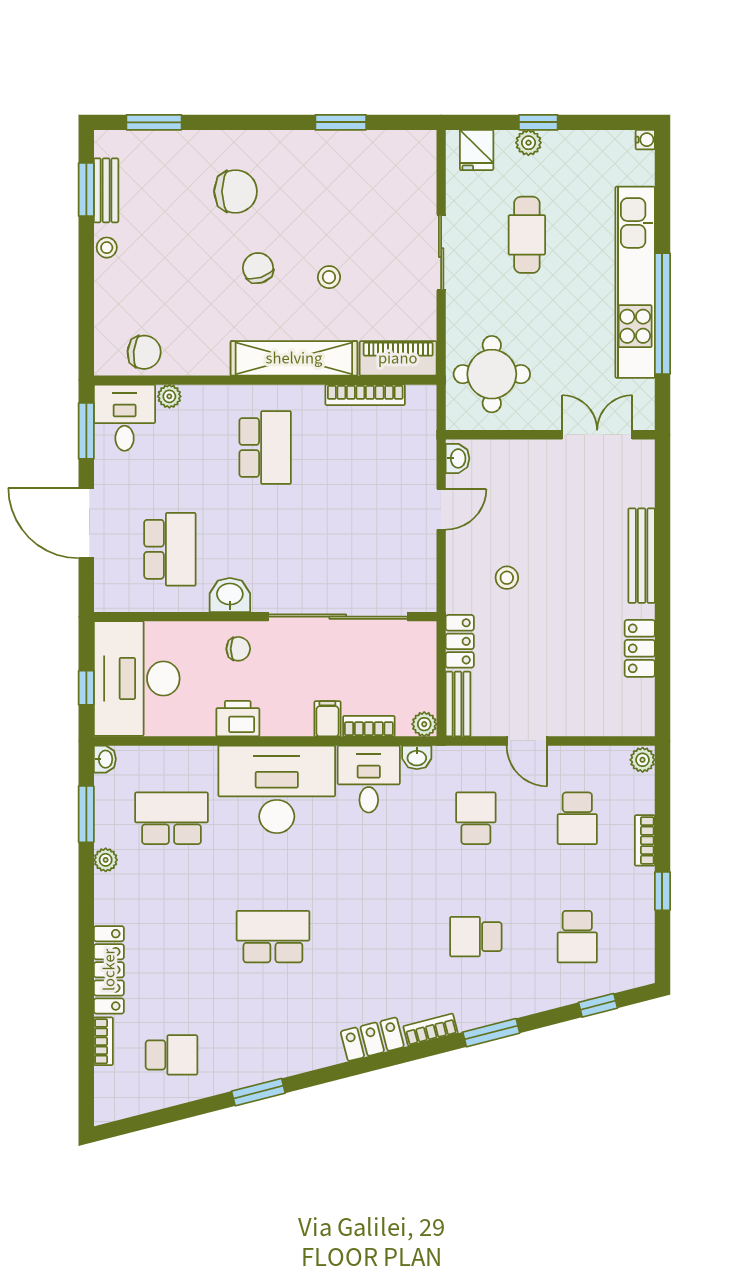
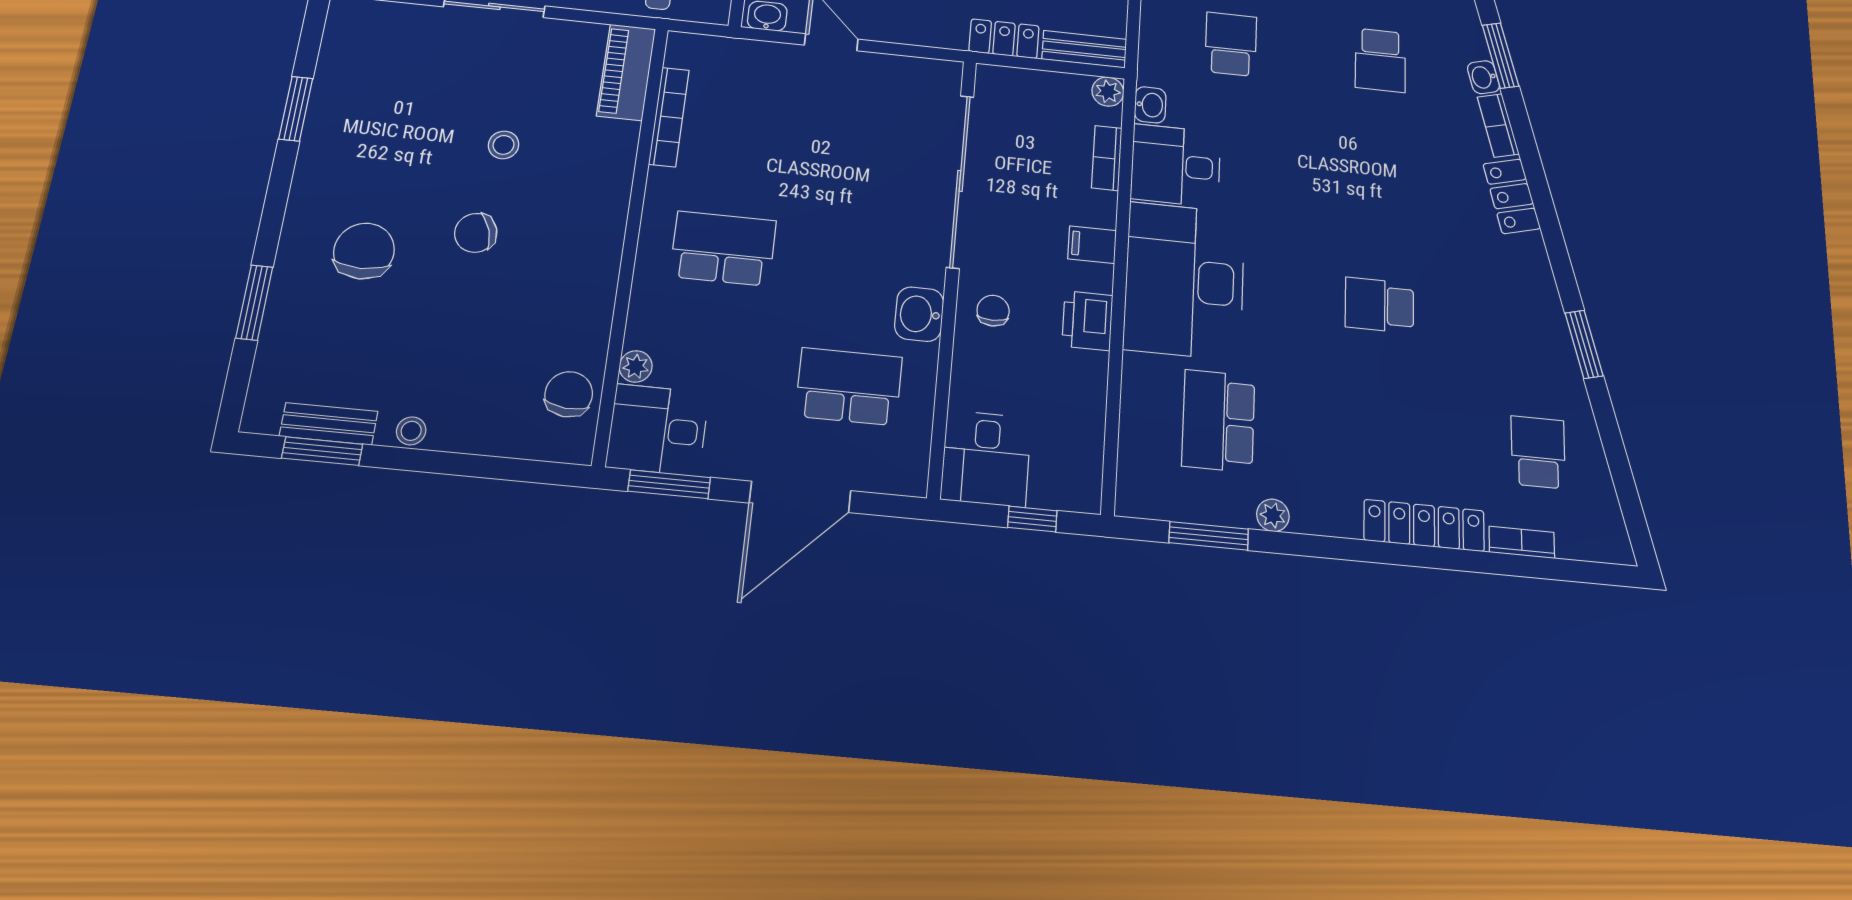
window: (154, 122) -> (254, 303), moved
shelving: (294, 358) -> (607, 200), removed
desk: (137, 678) -> (986, 458), width x0.53, depth x0.77
filing cabinet: (327, 719) -> (1092, 245), moved
washbasin: (105, 759) -> (1483, 77), moved, turned -104
school desk: (476, 818) -> (1231, 44), turned 90
school desk: (273, 937) -> (1379, 305), width x0.54

